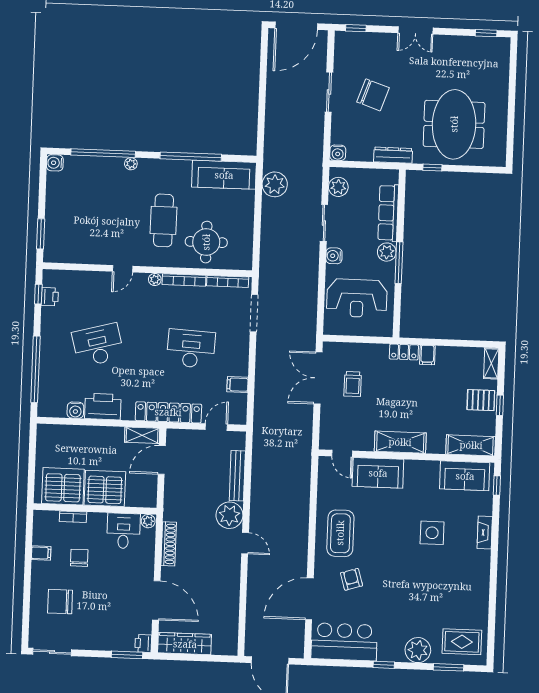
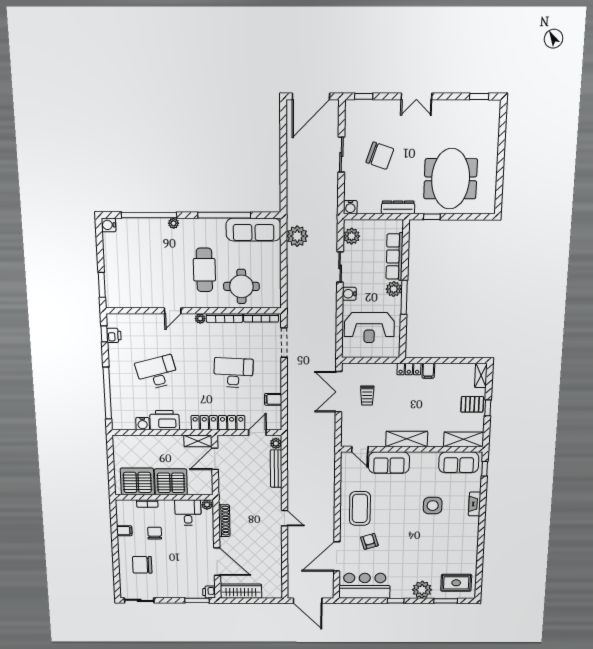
plant: (229, 515) -> (276, 443), moved, width x0.53, depth x0.53

